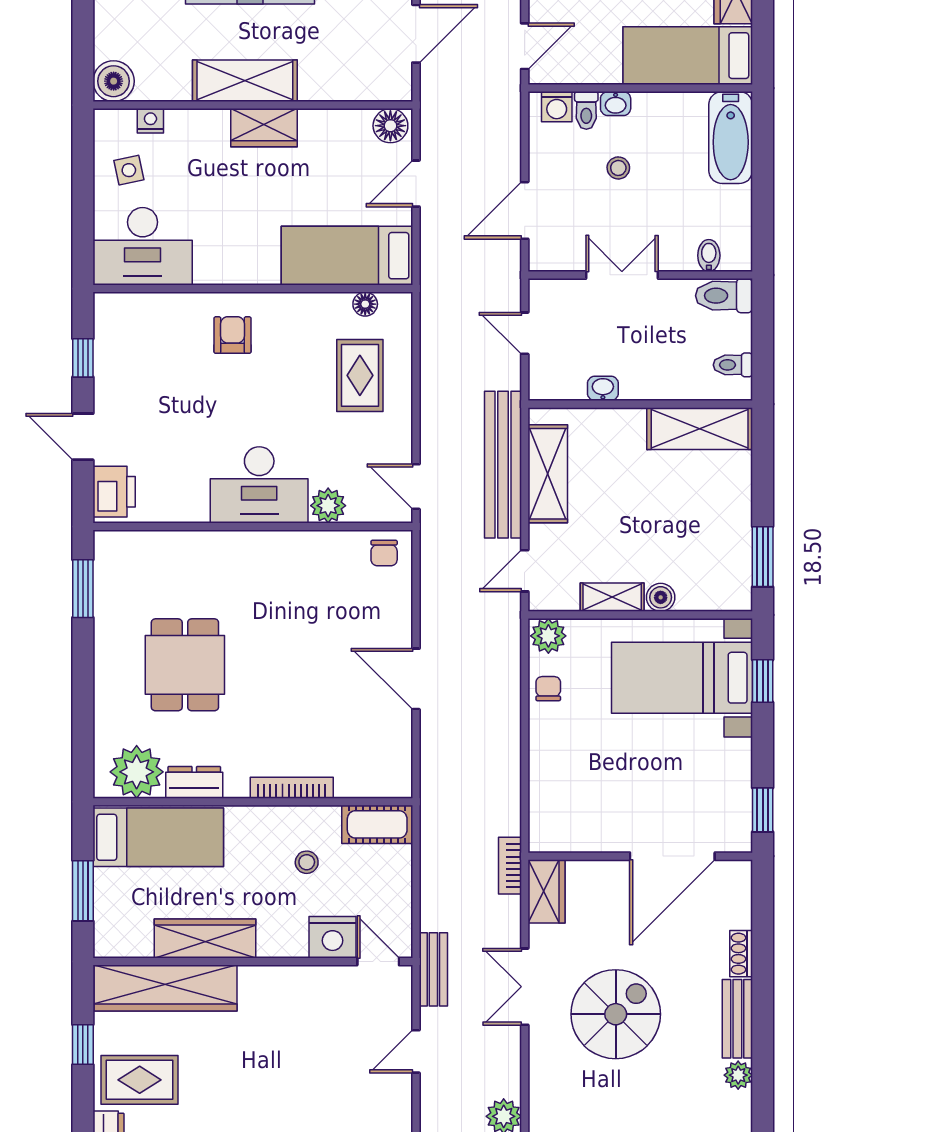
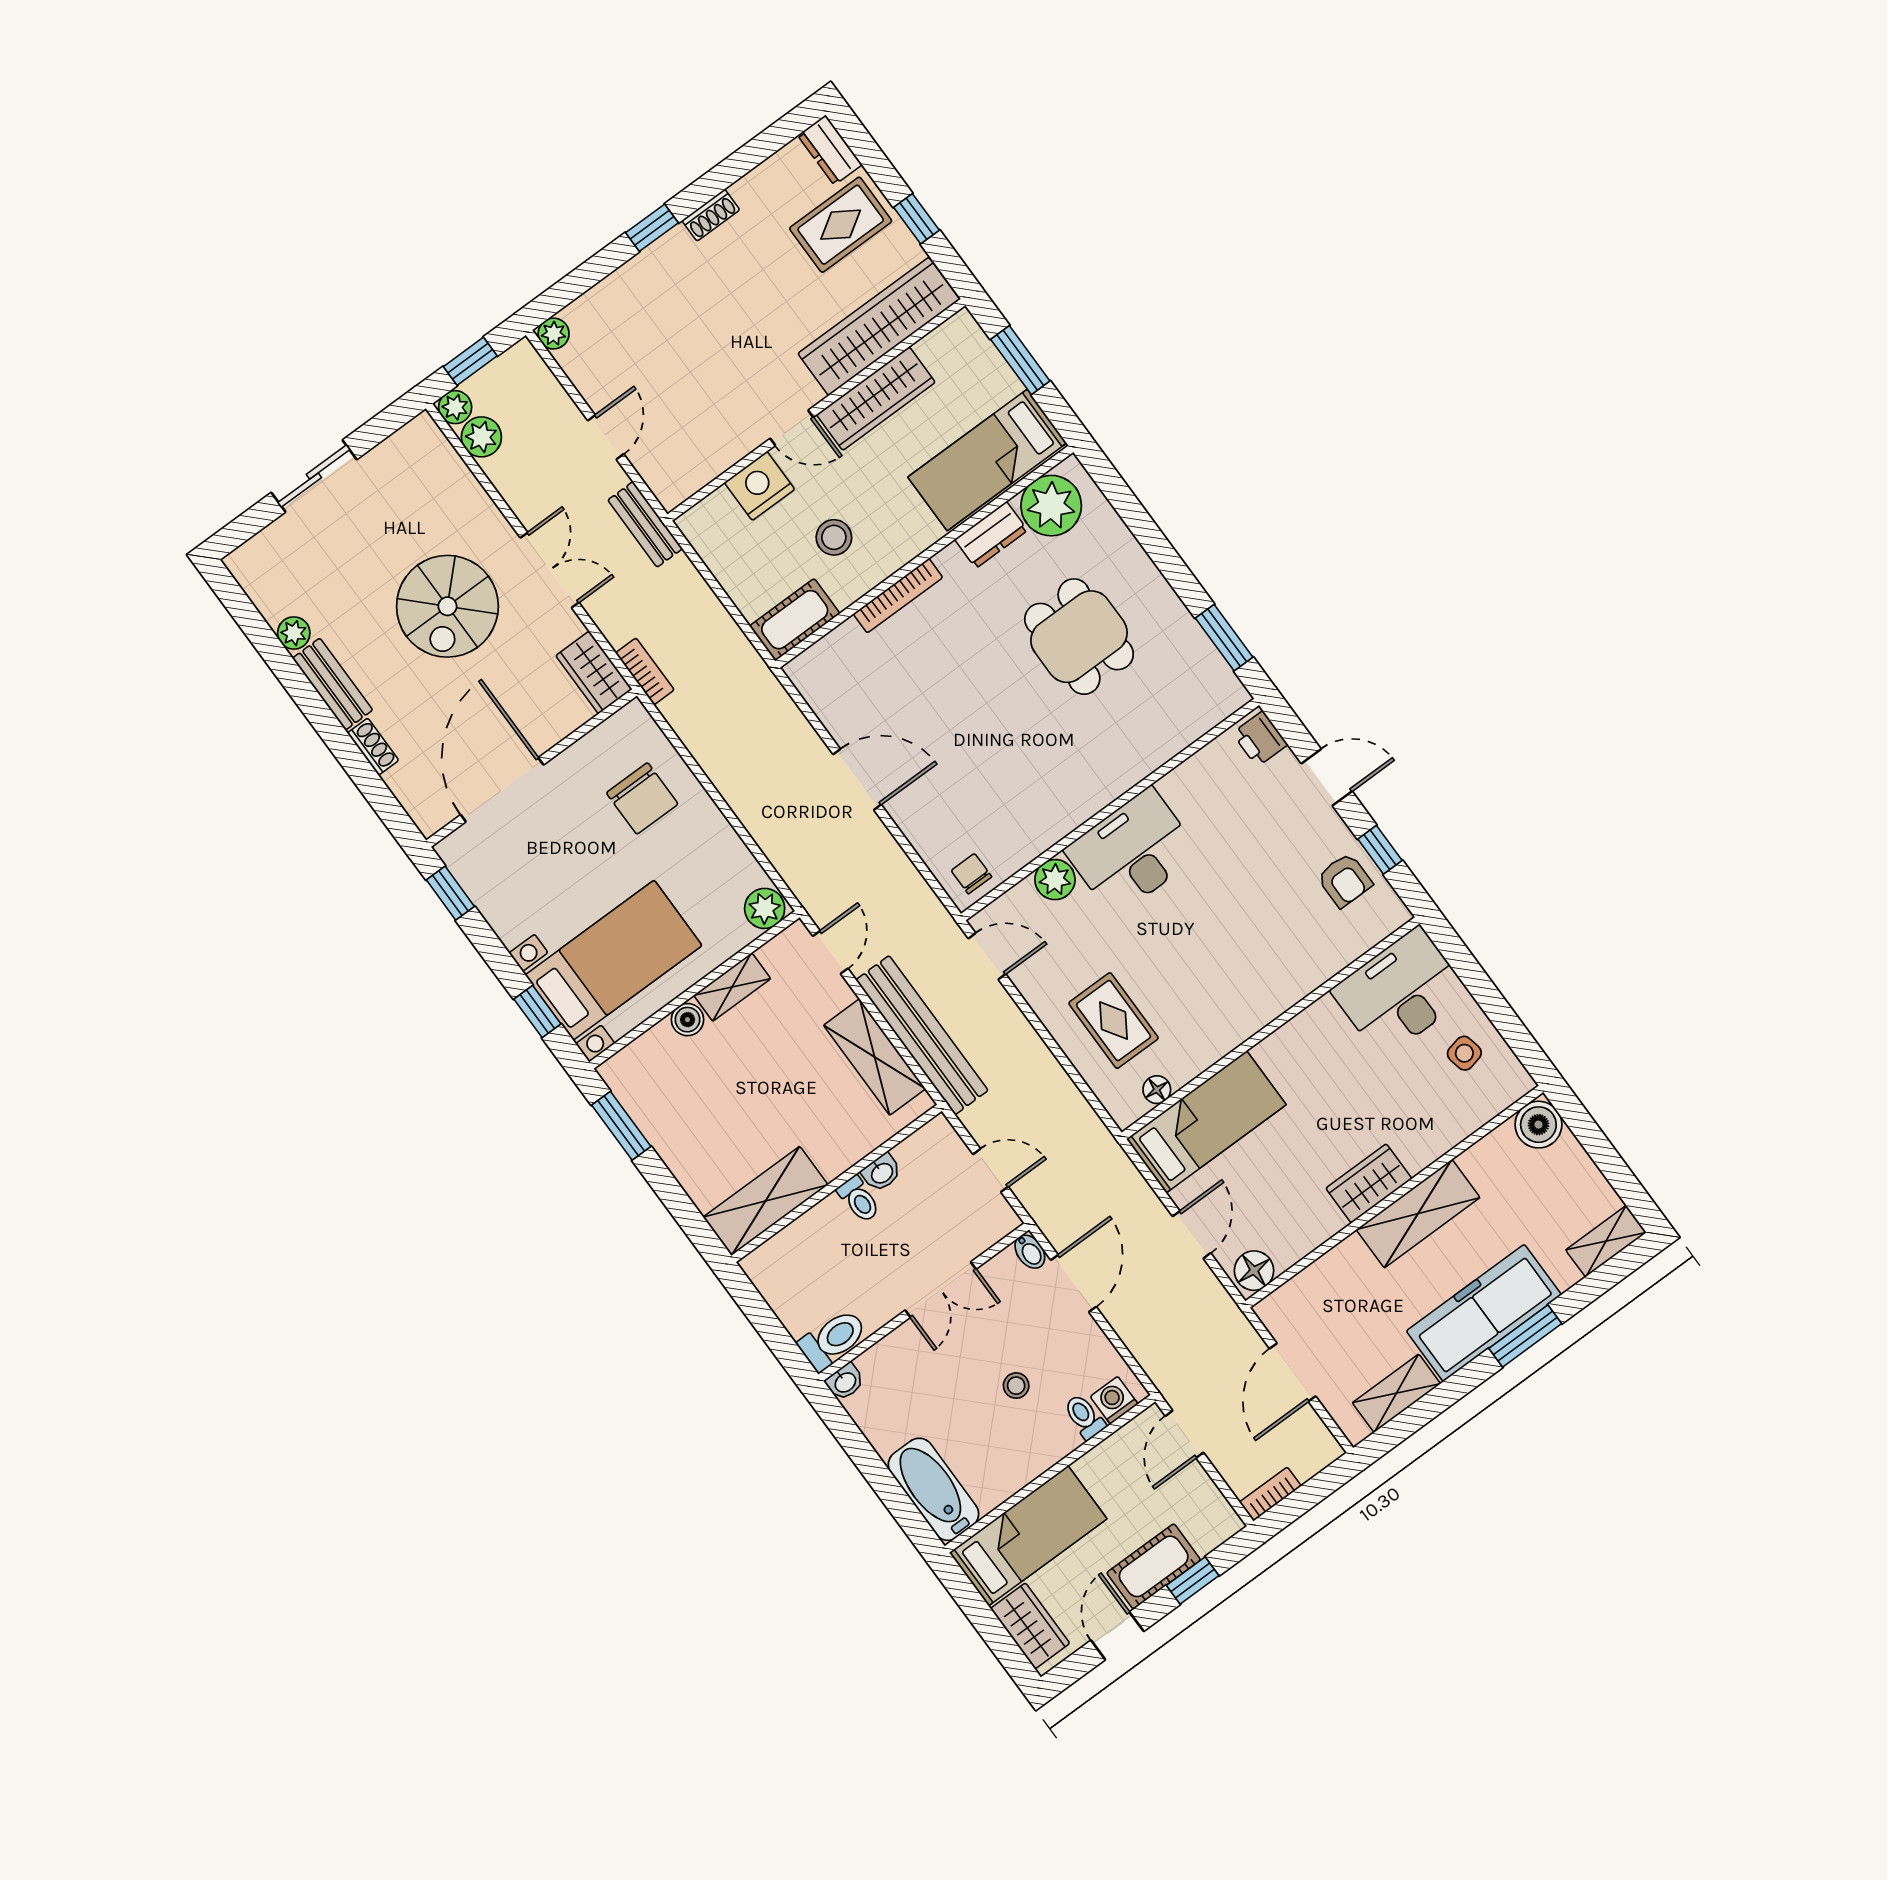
washbasin: (616, 104) -> (845, 1382), moved, turned 180
nightstand: (150, 121) -> (1478, 1113), removed
bidet: (709, 256) -> (1030, 1252), moved
armchair: (232, 335) -> (1345, 880), moved
toilet: (733, 365) -> (859, 1199), moved, turned 90
printer: (114, 492) -> (1260, 739), width x0.73, depth x0.81
chair: (548, 689) -> (642, 798), moved, width x1.87, depth x1.87
stool: (307, 862) -> (834, 537), width x1.37, depth x1.37
door: (378, 962) -> (792, 428), moved

